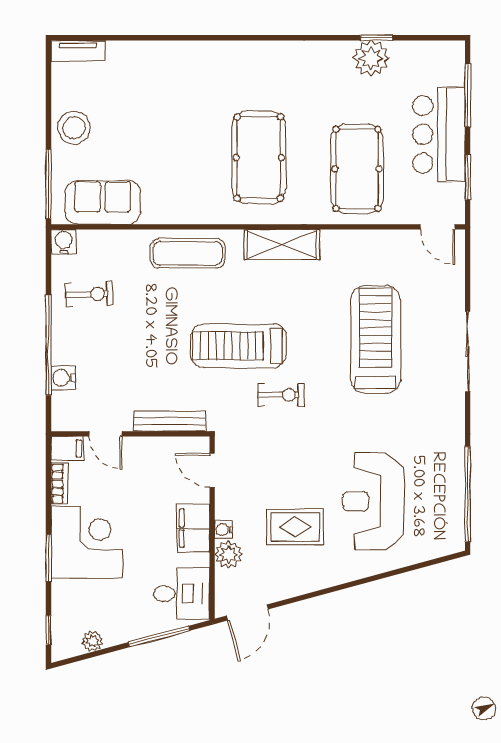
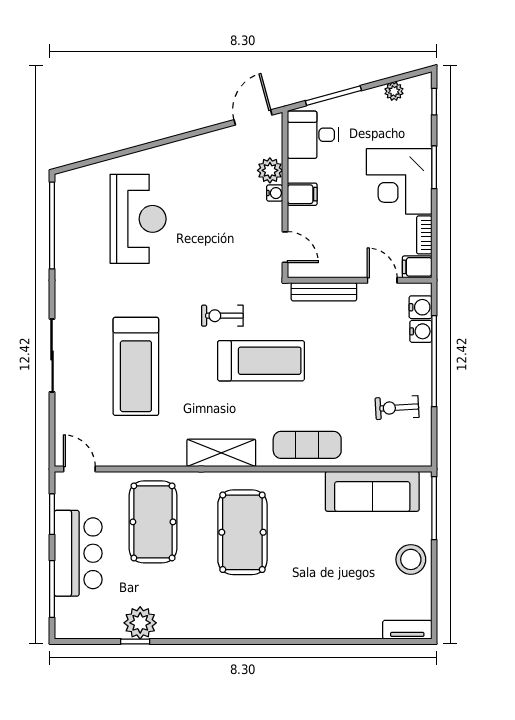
sofa: (103, 202) -> (372, 491), width x1.36
water cooler: (64, 242) -> (420, 307), moved, turned -90
rug: (295, 527) -> (209, 195), removed
filing cabinet: (193, 528) -> (302, 194), width x0.50

